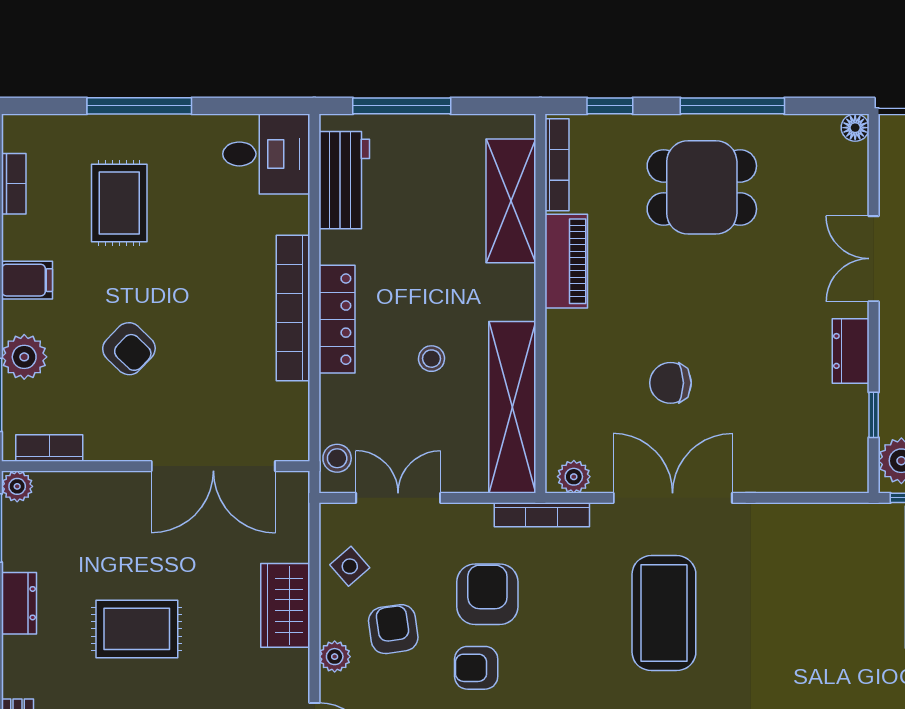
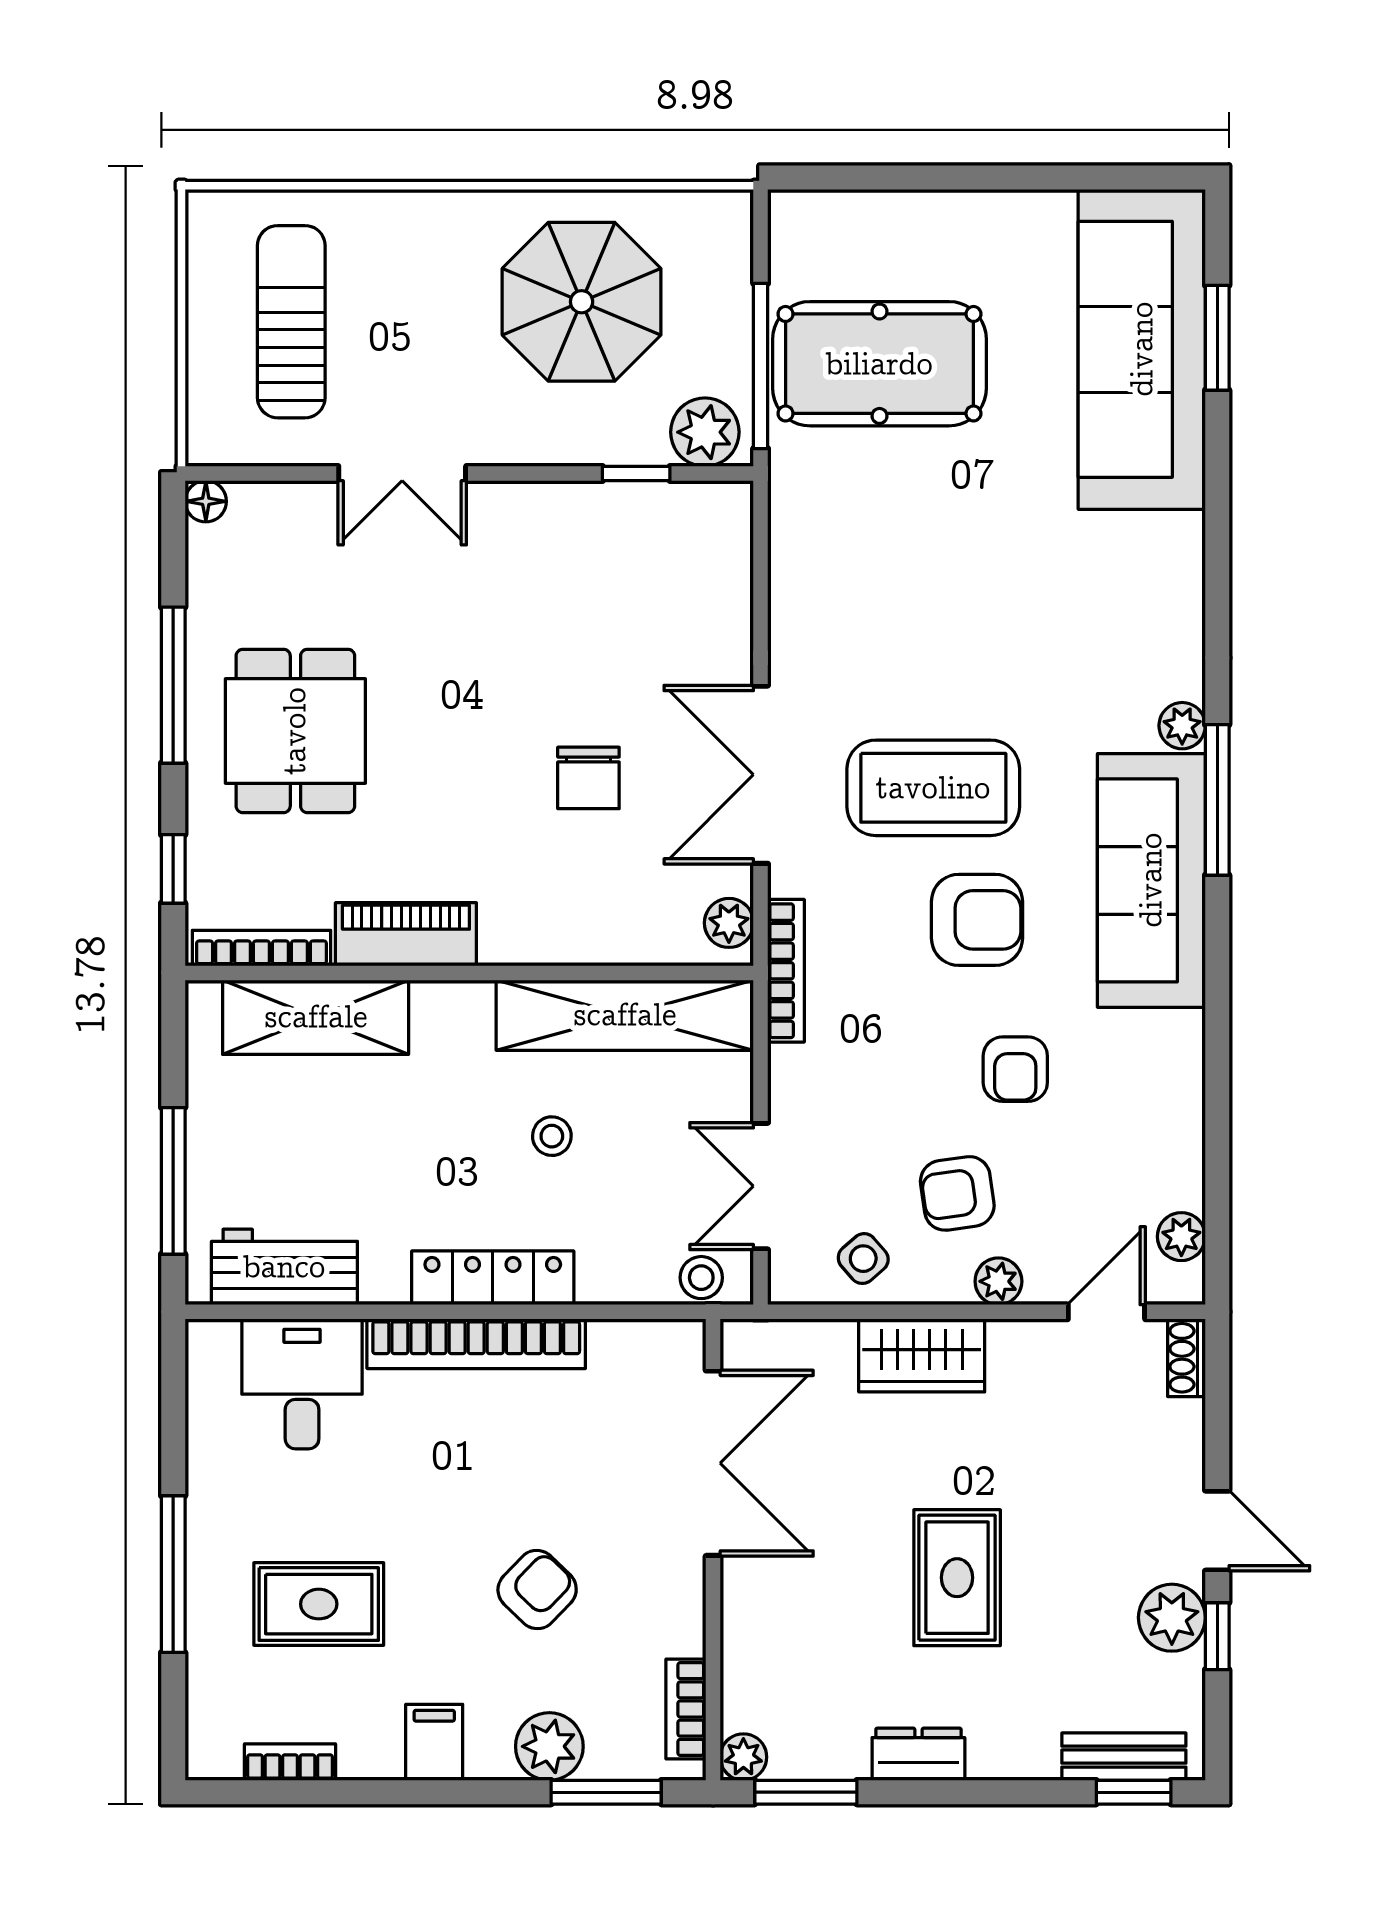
desk: (266, 154) -> (302, 1384), moved
dresser: (851, 351) -> (540, 508), removed
armchair: (487, 594) -> (977, 920), moved, turned 180

